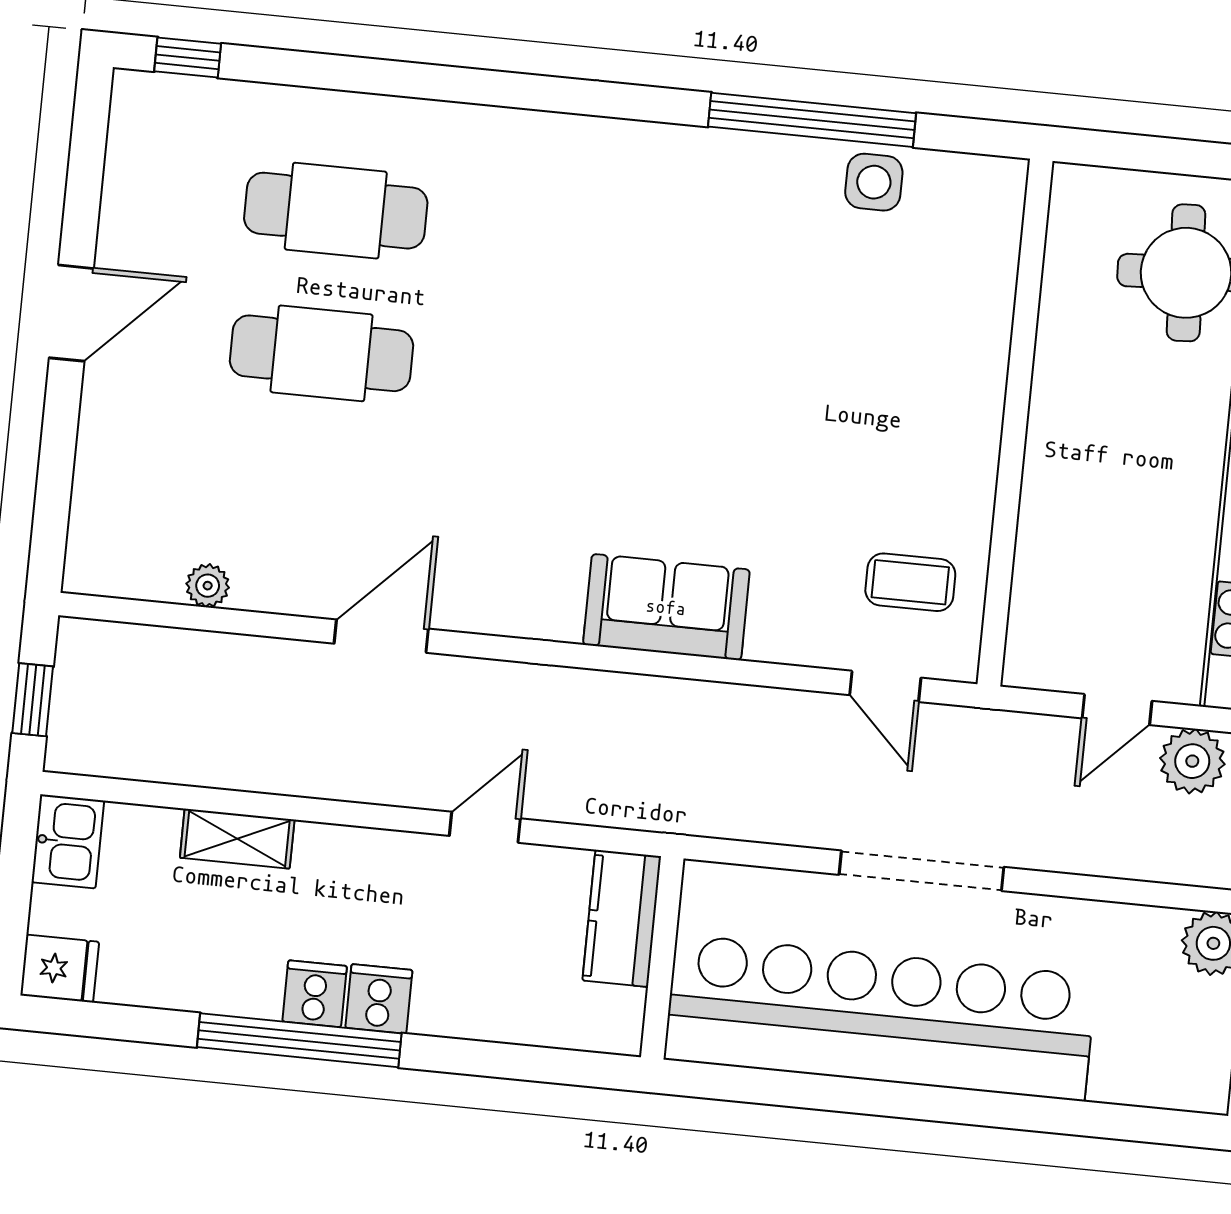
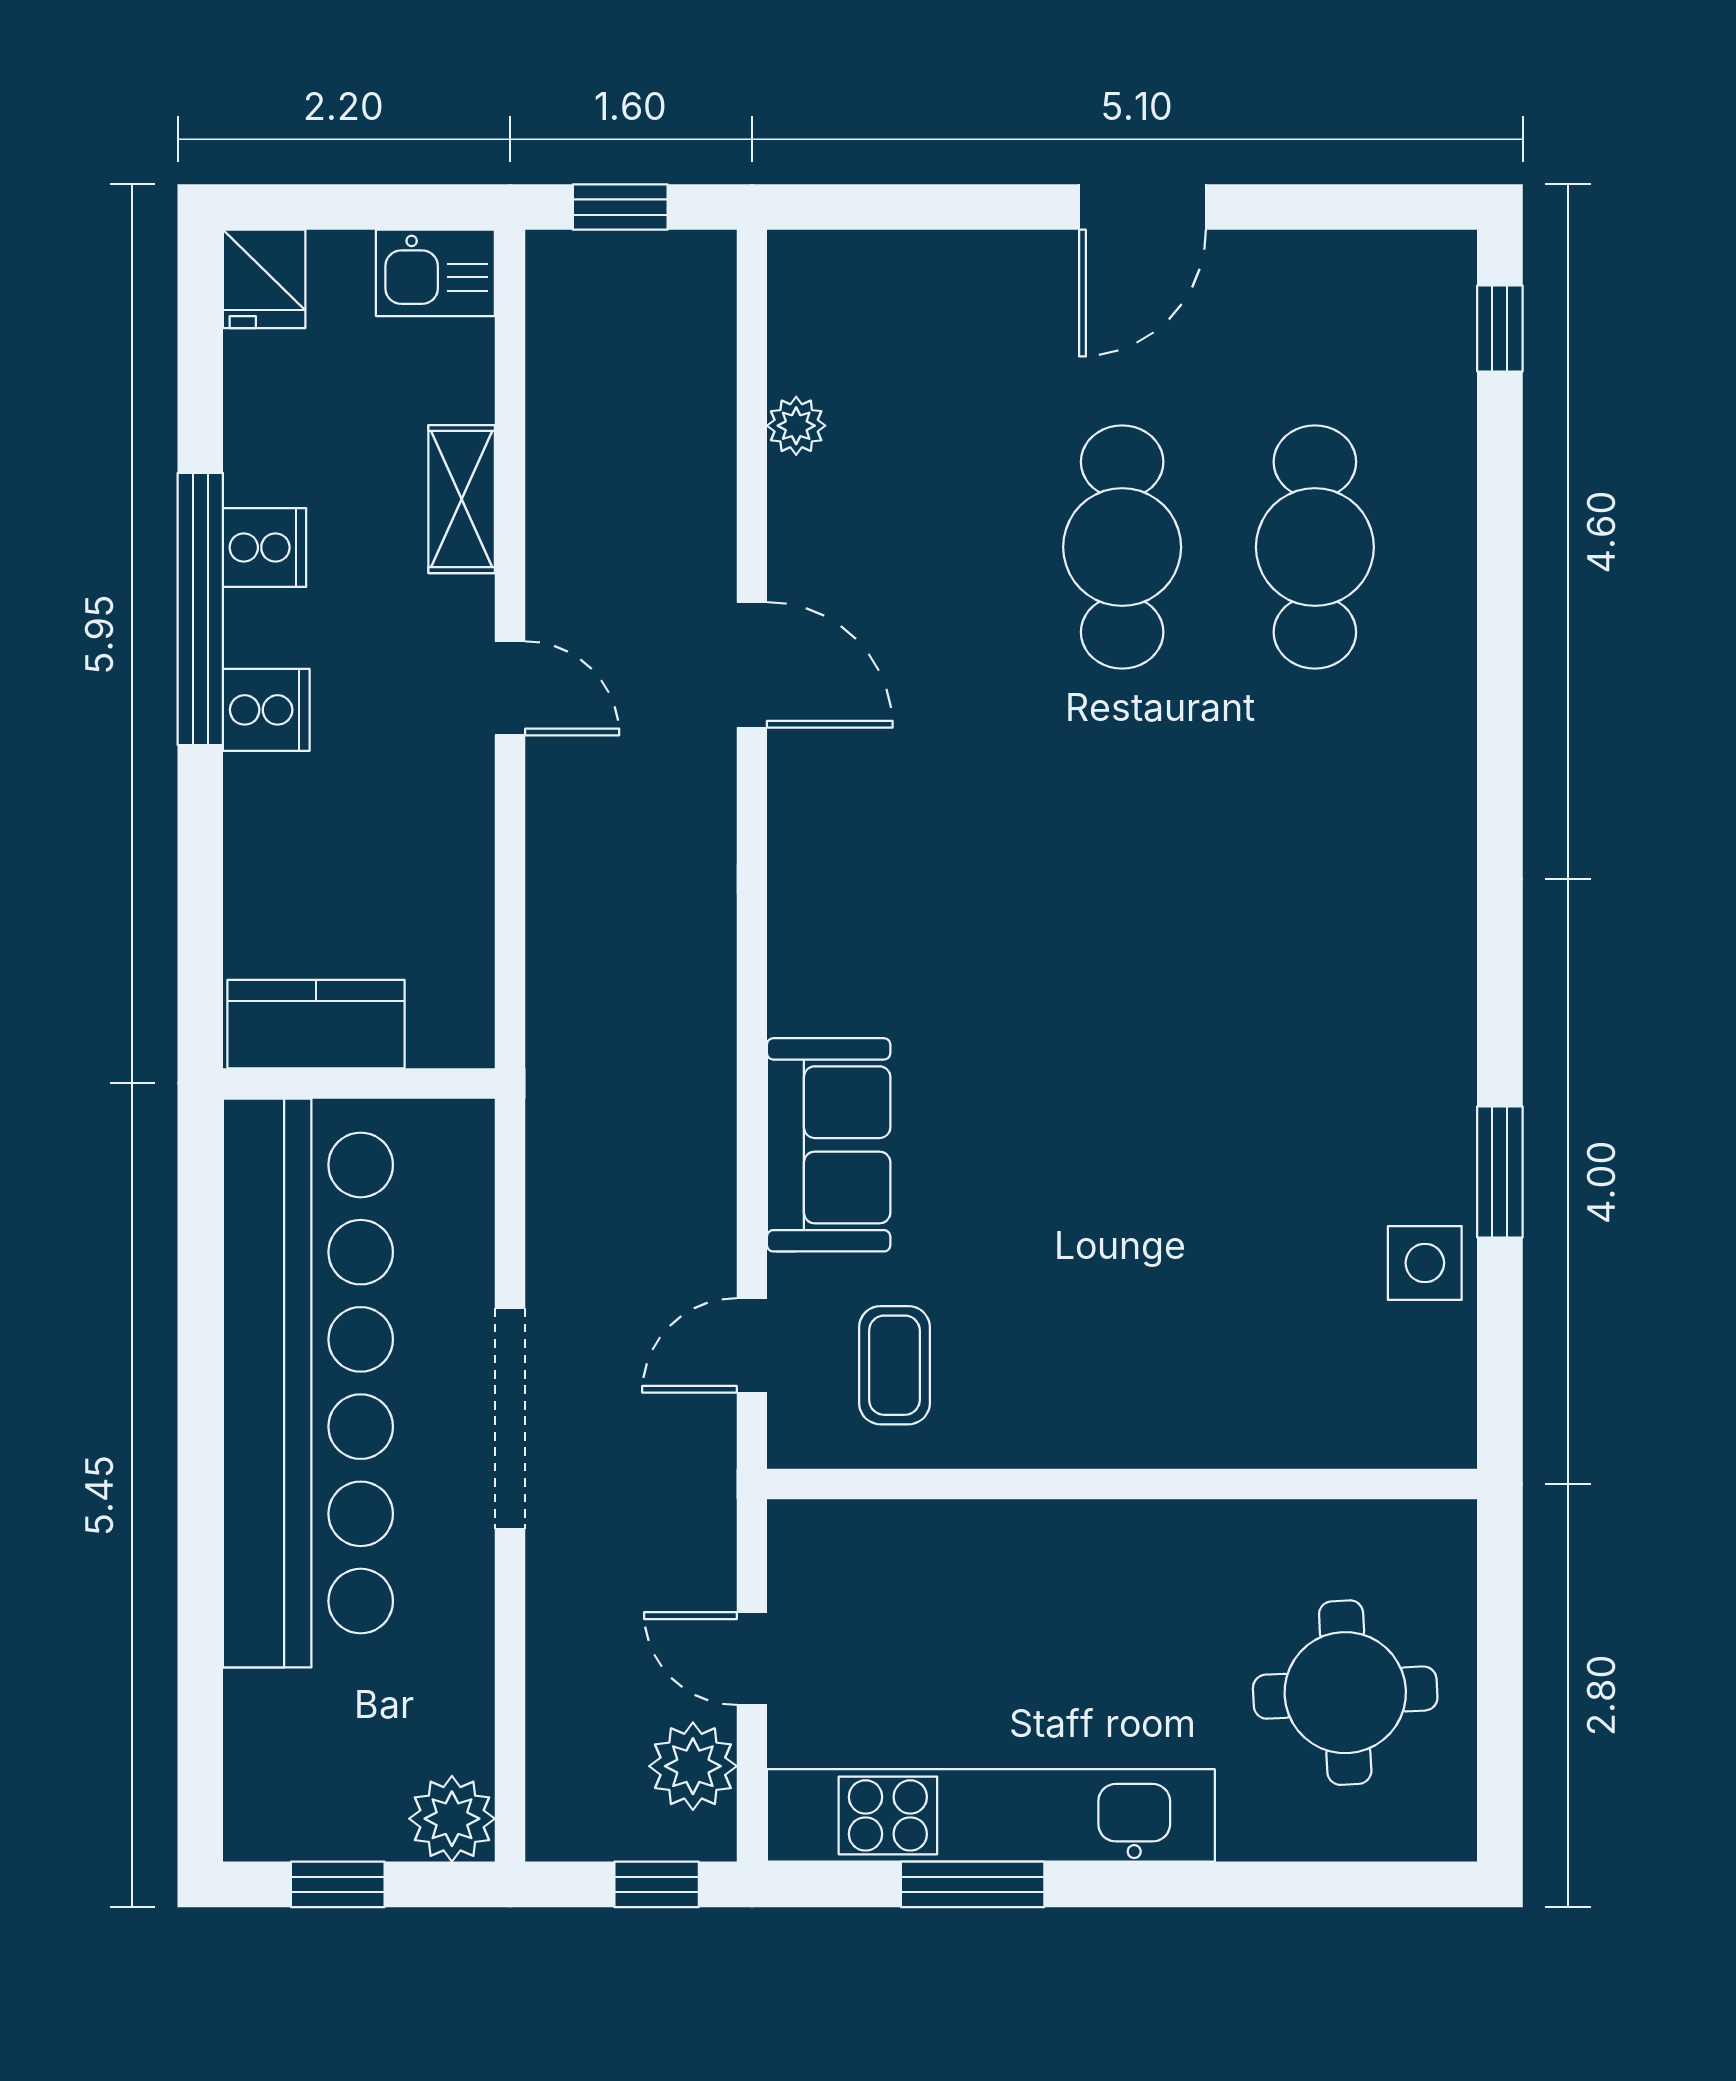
window: (812, 120) -> (1500, 1172), width x0.47
door: (71, 313) -> (1143, 207), hinge flipped
sofa: (666, 607) -> (829, 1145), moved
door: (485, 827) -> (510, 688), moved
kitchen counter: (622, 918) -> (316, 1024), moved
cooker: (315, 994) -> (265, 547), moved

